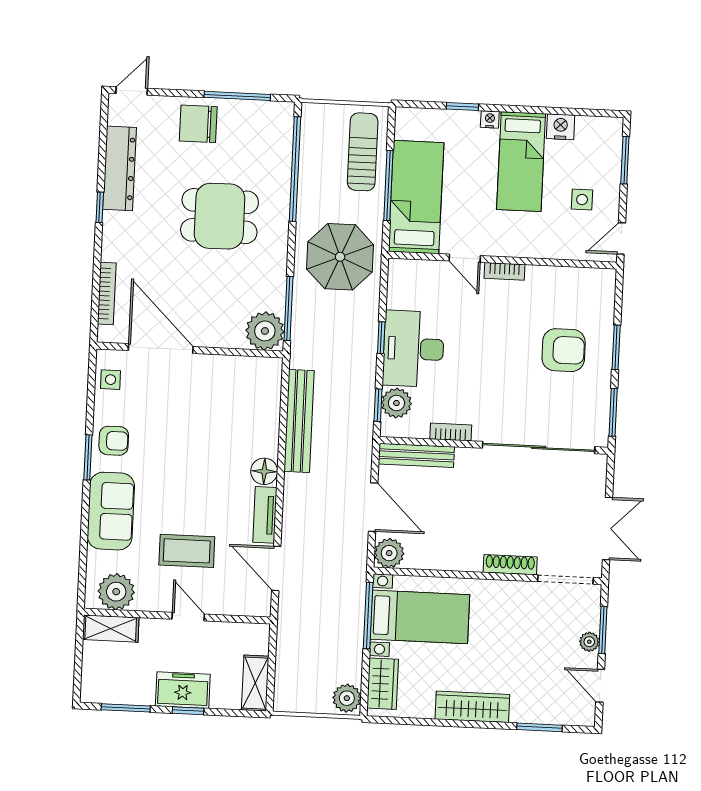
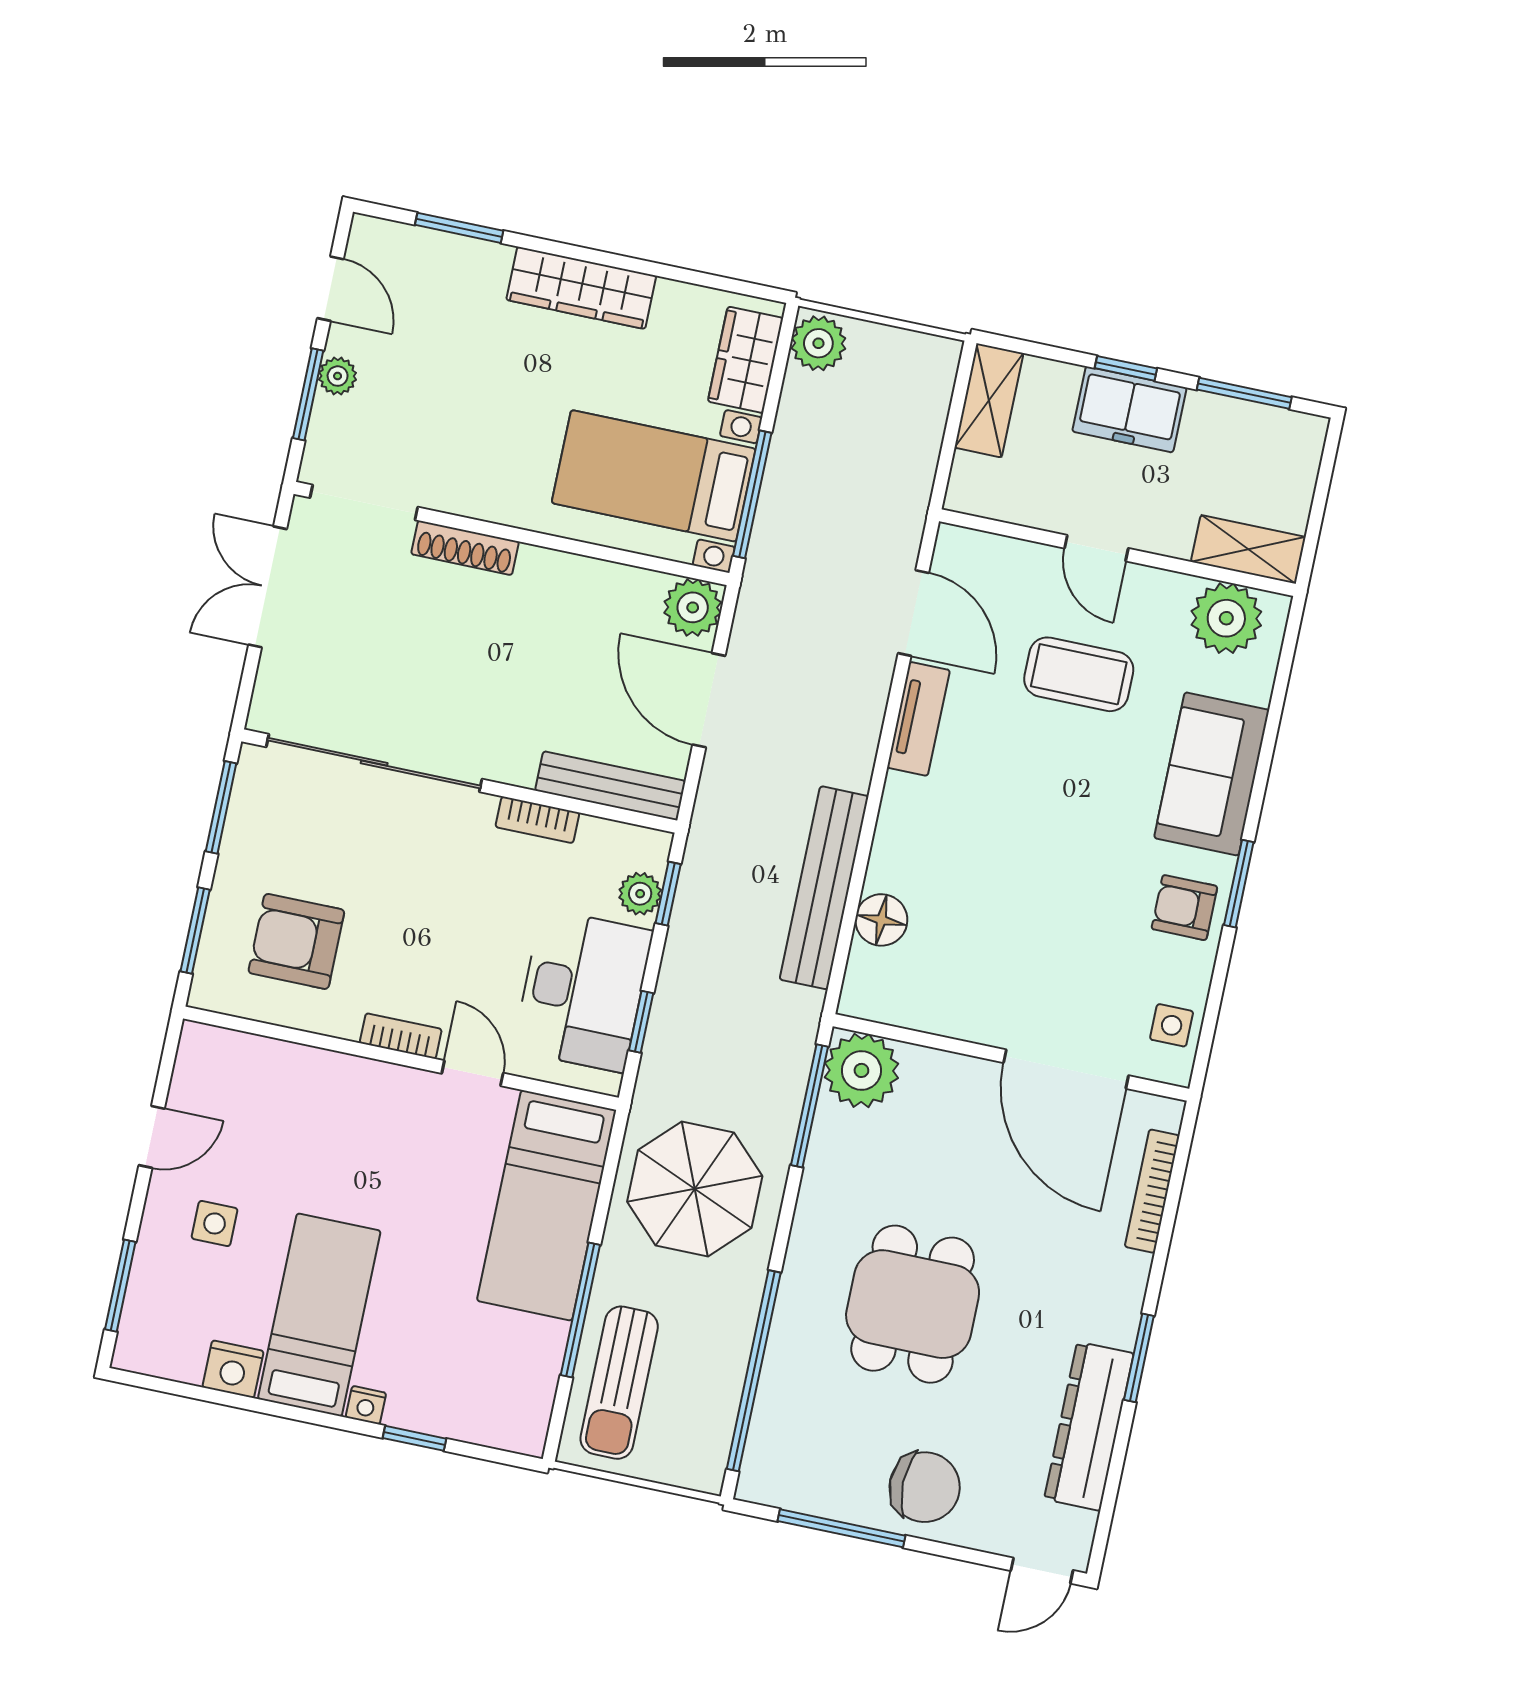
bed: (416, 197) -> (547, 1205), moved
window: (100, 207) -> (1139, 1358), width x1.50
dining table: (220, 216) -> (913, 1304), turned 90
door: (465, 258) -> (472, 1073), moved
wall: (503, 260) -> (401, 1058), moved
bookcase: (504, 271) -> (401, 1036), moved
plant: (396, 403) -> (640, 894), width x0.73, depth x0.73
floor lamp: (264, 471) -> (881, 920), moved

